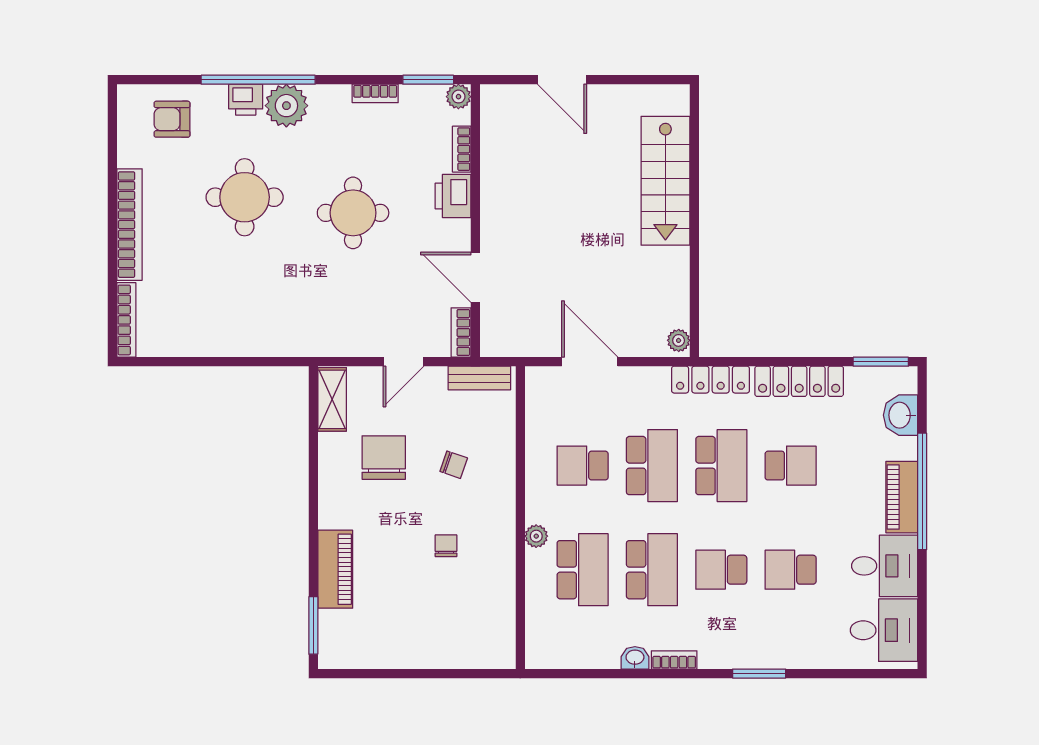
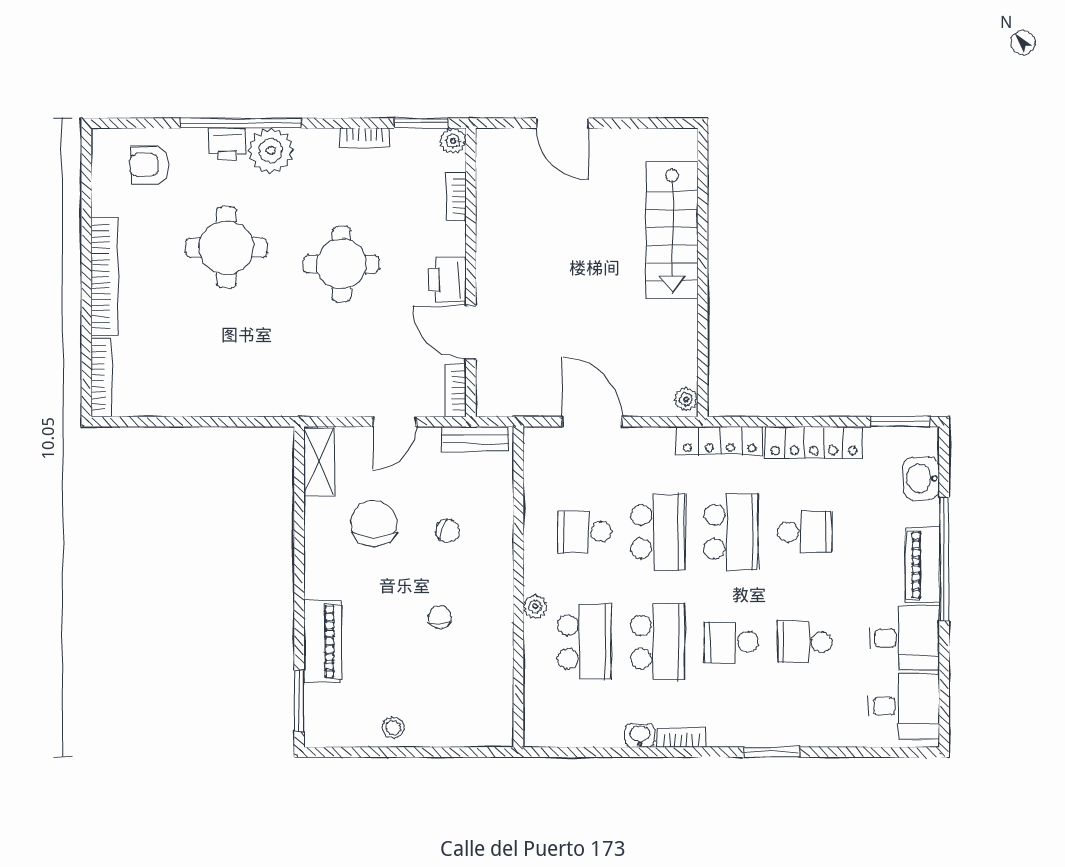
printer: (453, 196) -> (447, 280), moved
stool: (402, 651) -> (393, 728), added

